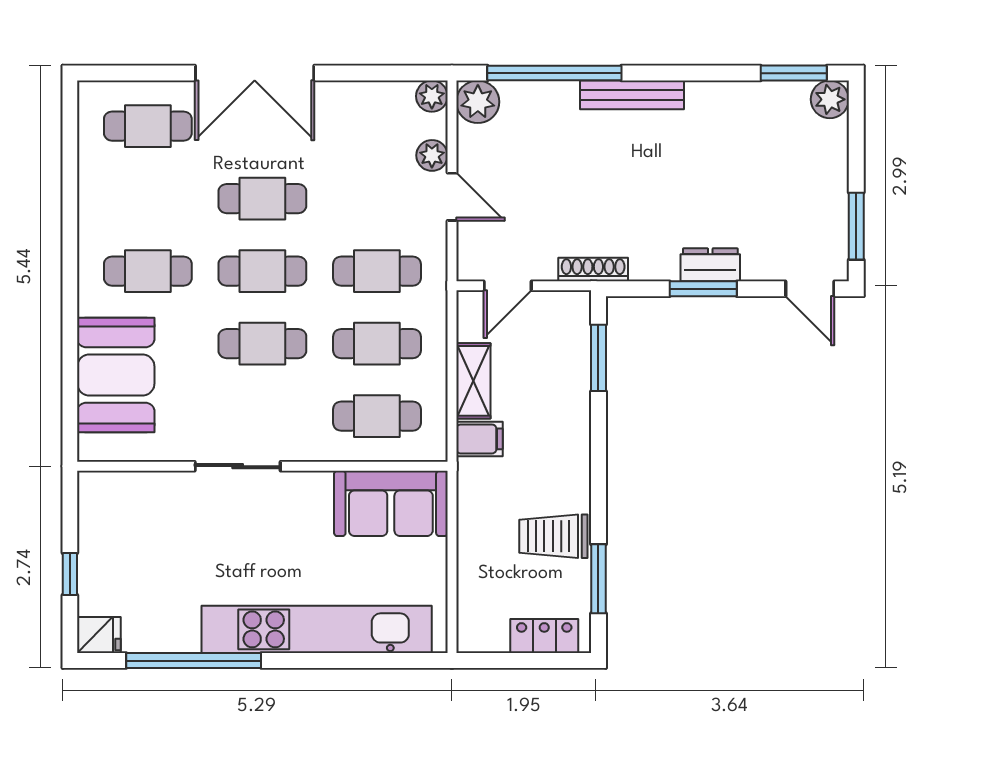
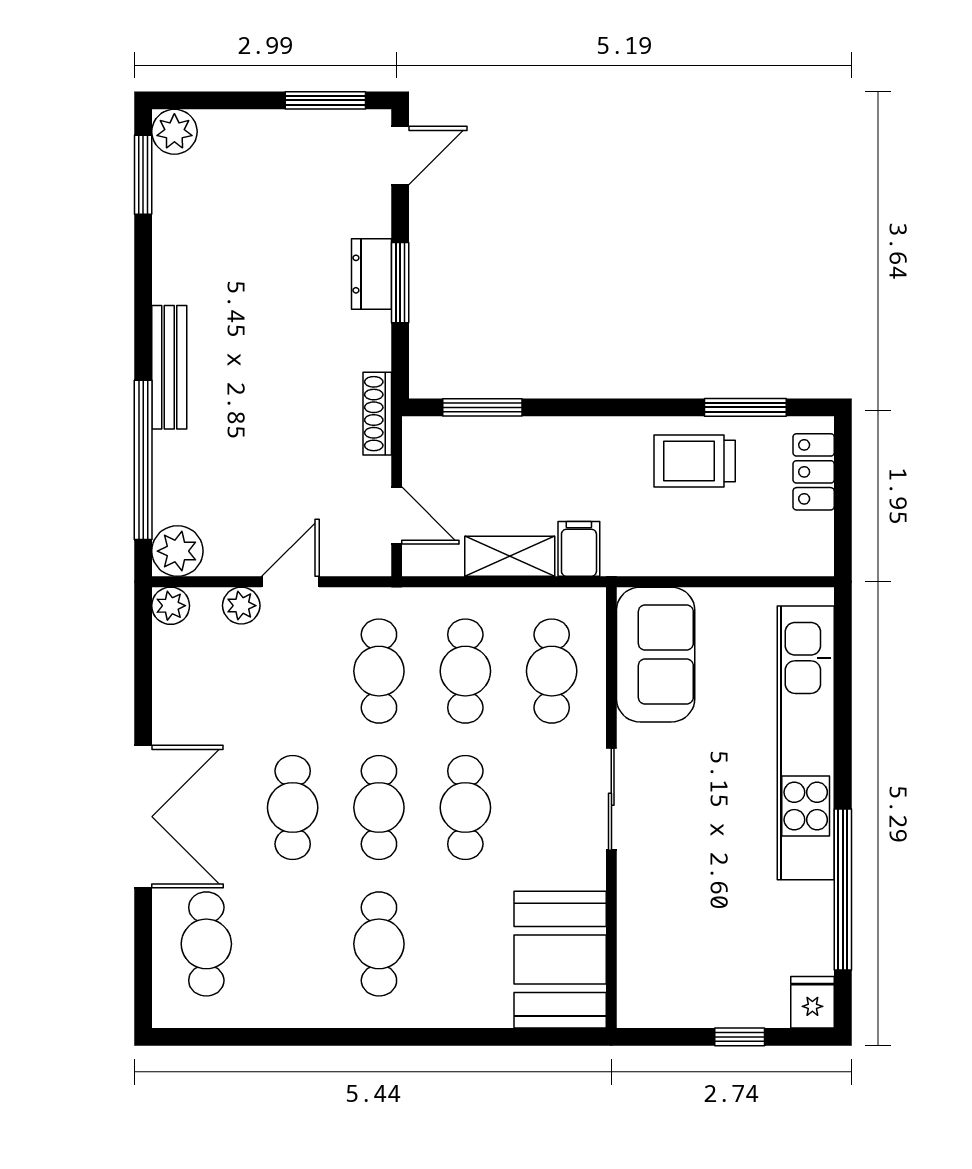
booth: (116, 375) -> (560, 960), moved, turned 90
sliding door: (238, 466) -> (611, 799), moved
trolley: (553, 536) -> (695, 461), turned 90

